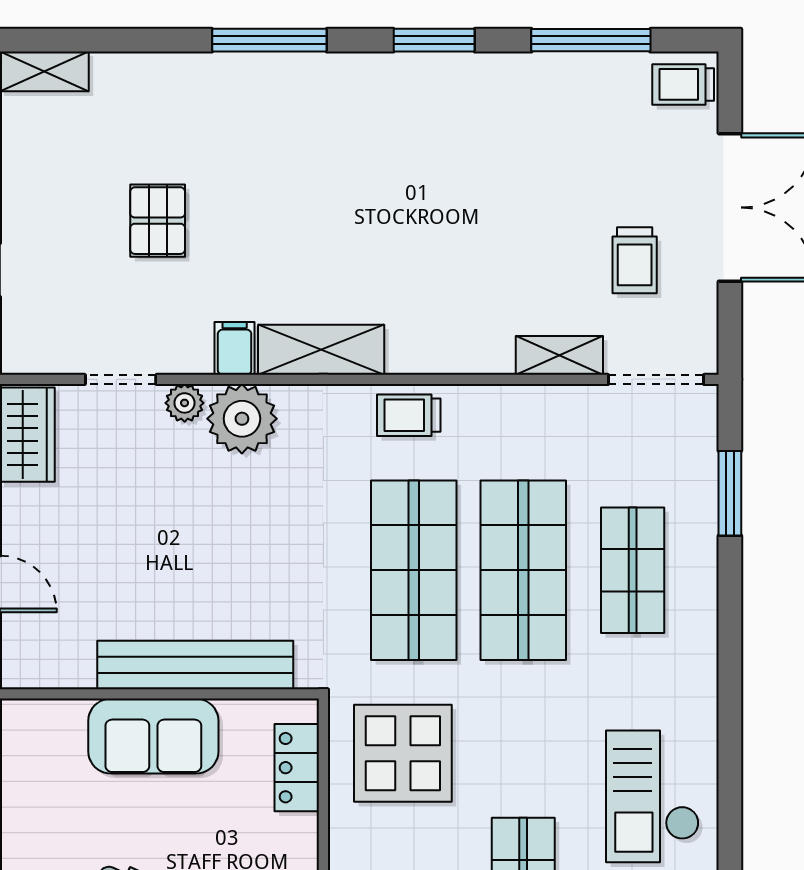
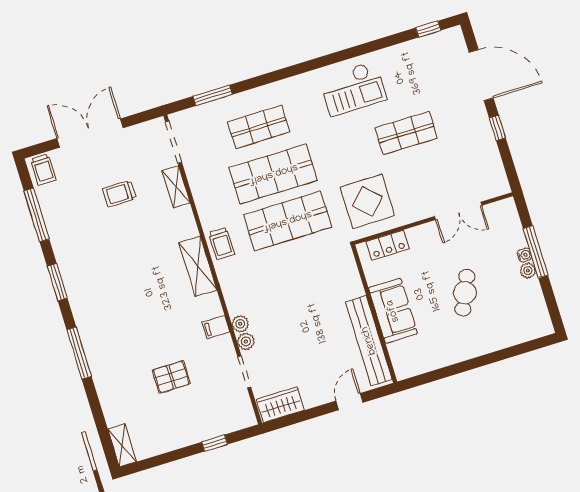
trolley: (635, 260) -> (119, 193), moved, turned 180
shelving: (321, 350) -> (198, 266), moved
plant: (242, 419) -> (240, 324), width x0.53, depth x0.53
bench: (195, 665) -> (369, 341), moved

